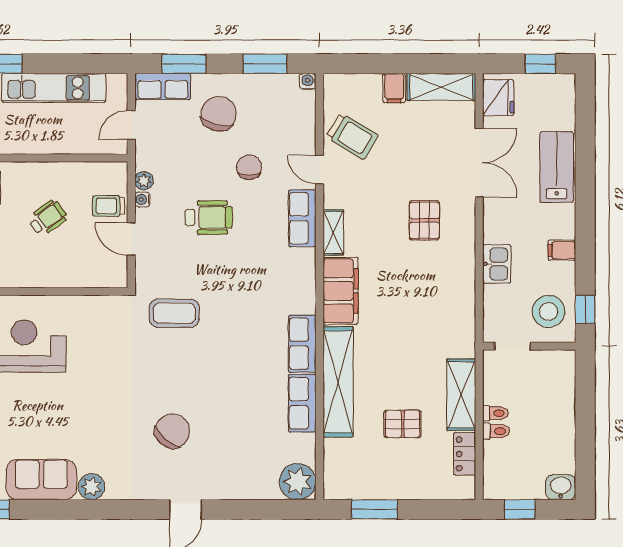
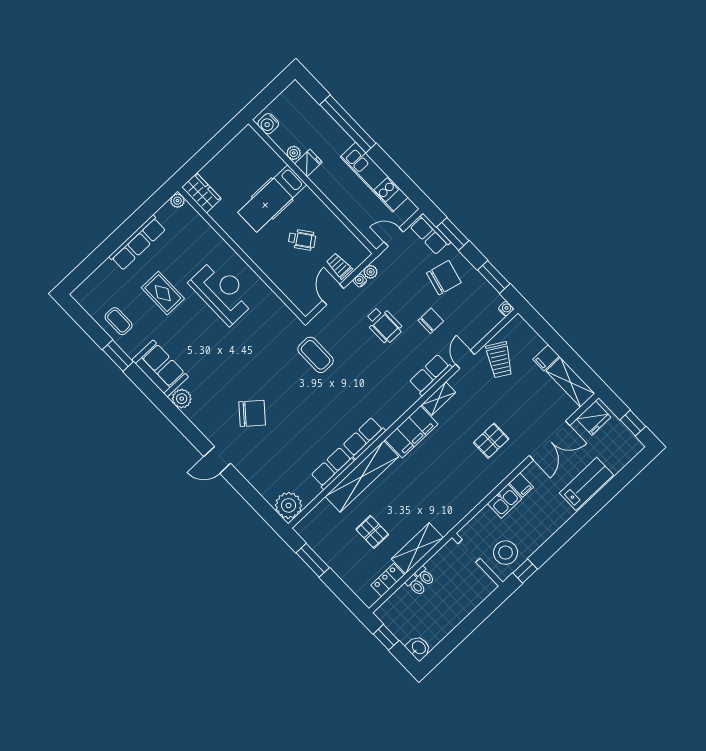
filing cabinet: (562, 250) -> (521, 485), moved, turned 180

